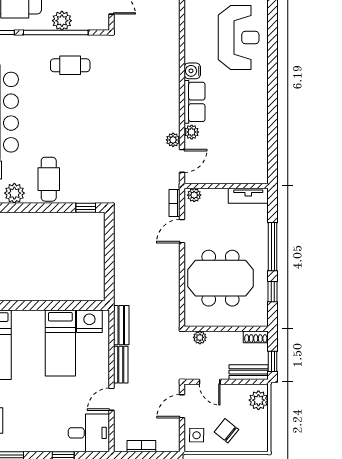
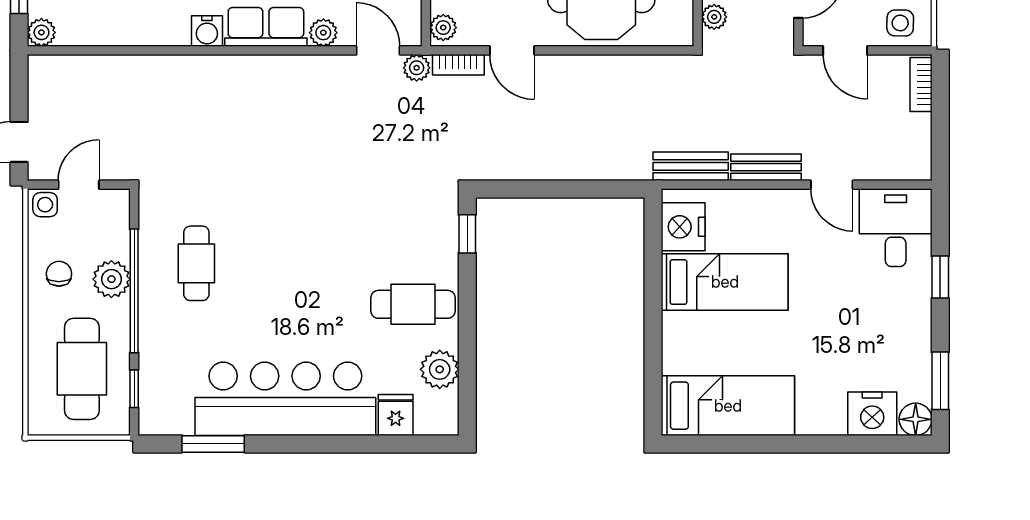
plant: (173, 140) -> (417, 68), moved
bookcase: (141, 446) -> (921, 85), moved

